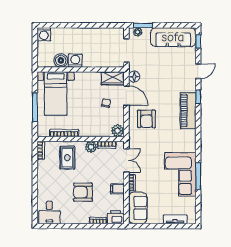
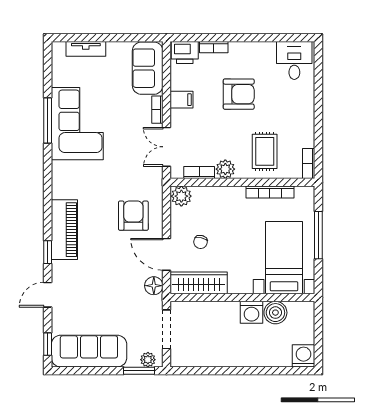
wardrobe: (113, 78) -> (199, 283), width x1.50

